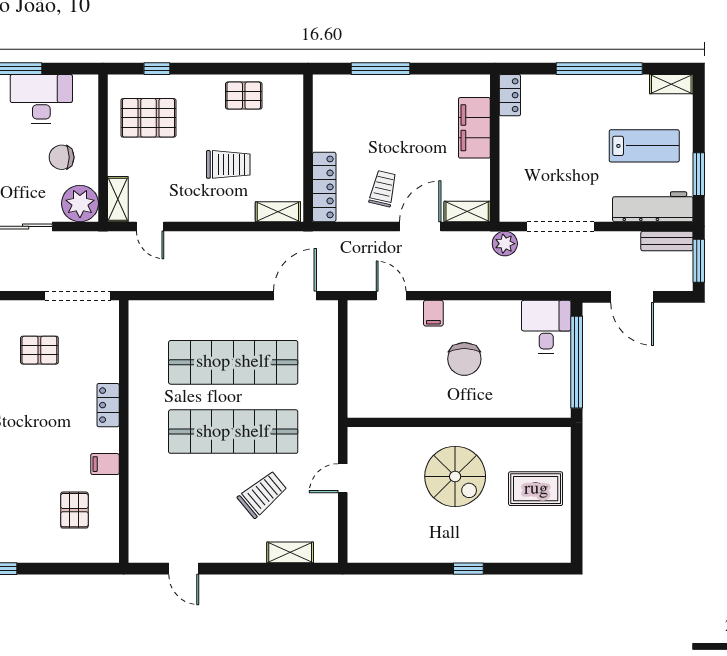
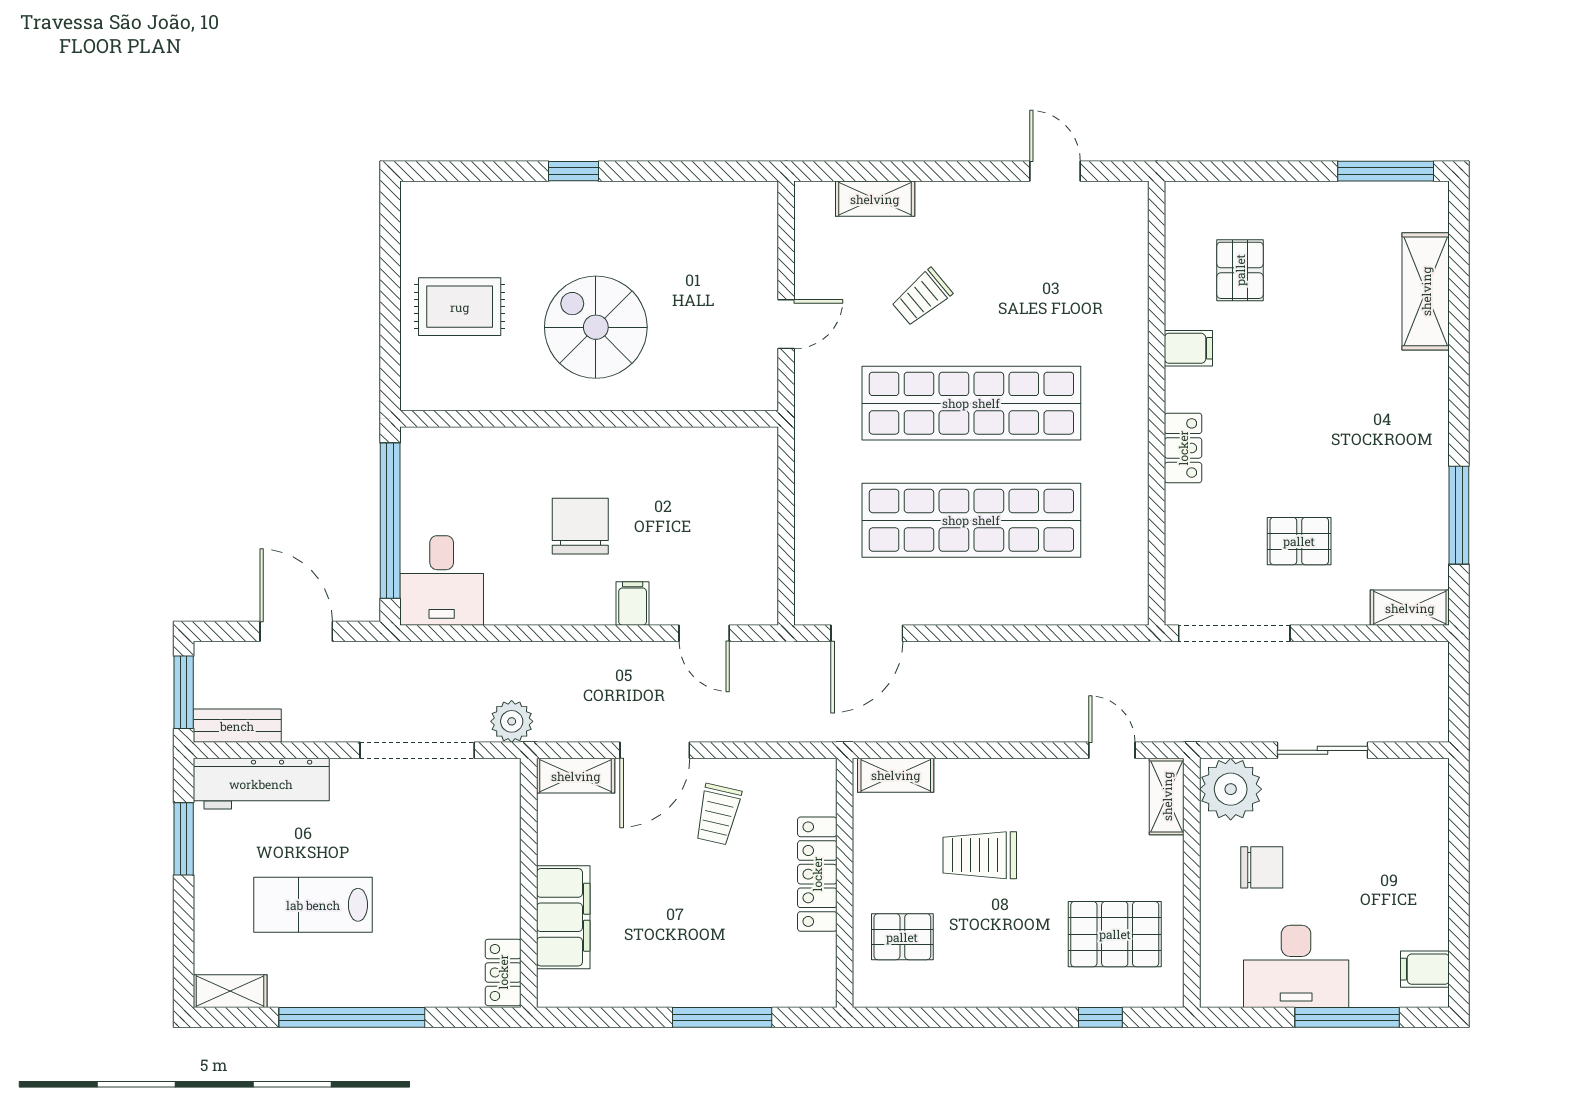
pallet: (244, 96) -> (902, 937), moved
lab bench: (644, 146) -> (313, 905), moved
locker: (324, 187) -> (817, 874), moved
trolley: (262, 494) -> (922, 297), width x0.73, depth x0.72

